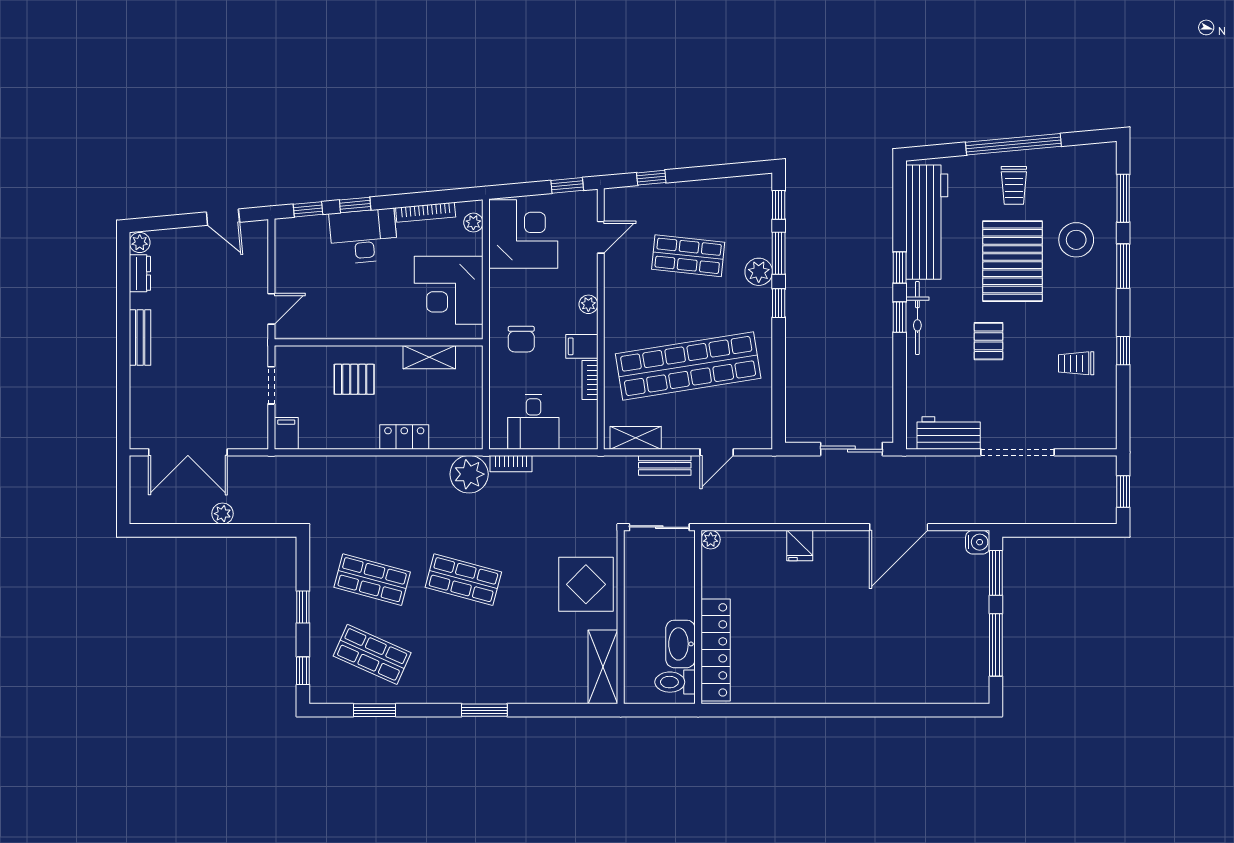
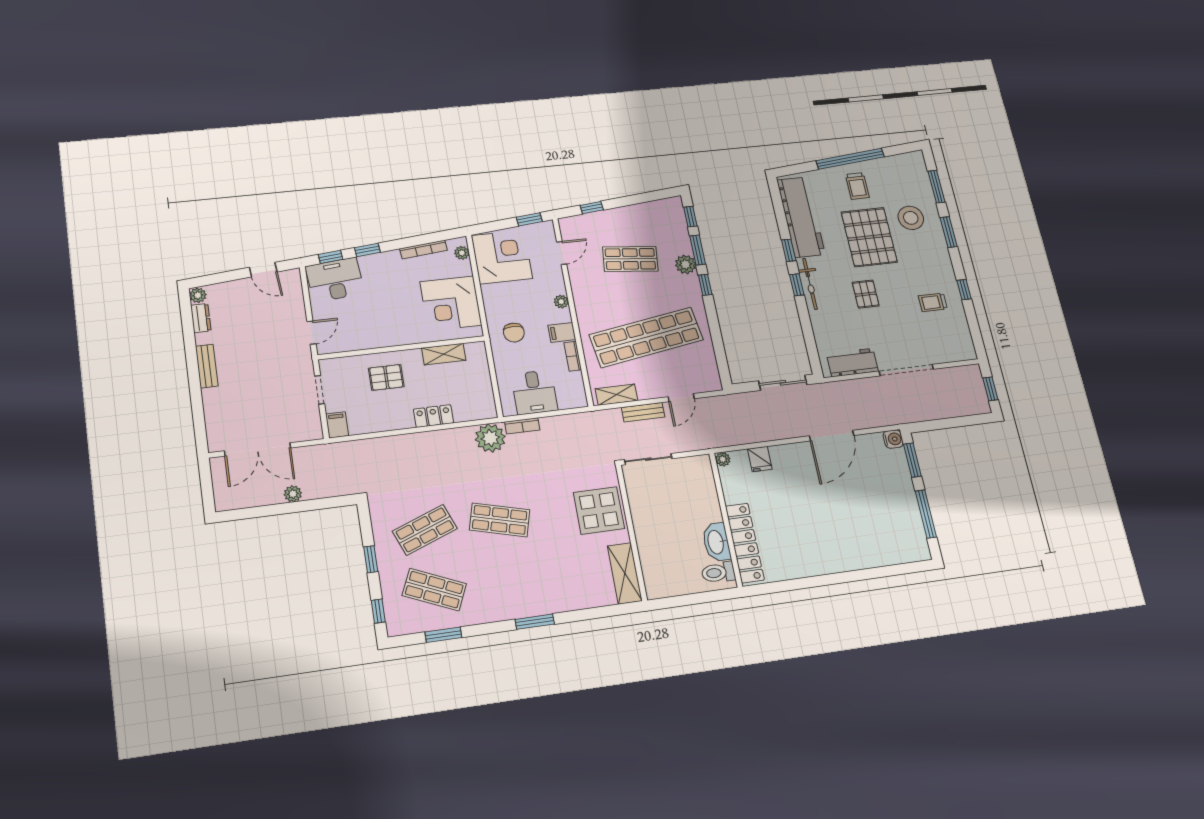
desk: (363, 236) -> (335, 280), moved
plant: (711, 540) -> (723, 459), moved
shop shelf: (372, 580) -> (425, 530), turned -36
wall: (698, 617) -> (726, 519), moved
washbasin: (680, 644) -> (716, 542), moved
locker: (716, 650) -> (745, 543), moved
toilet: (675, 682) -> (718, 572), moved

